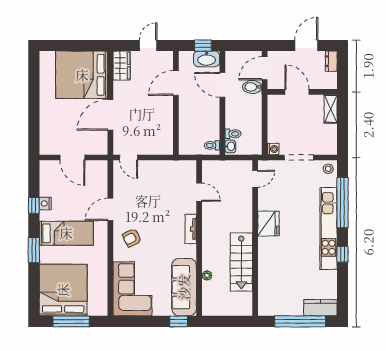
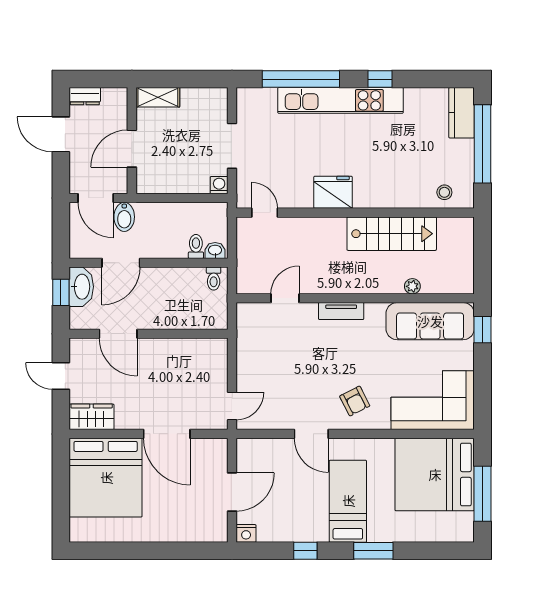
stool: (328, 169) -> (444, 192), moved
nightstand: (45, 204) -> (246, 533), moved
bed: (63, 290) -> (435, 474), moved

